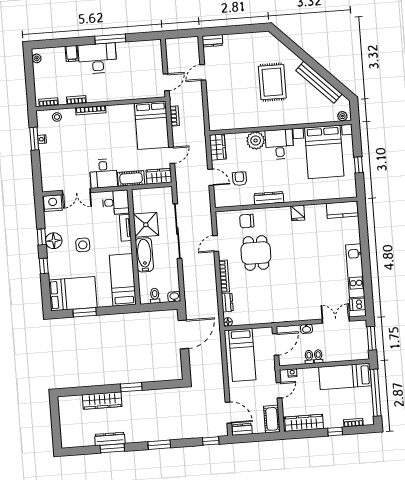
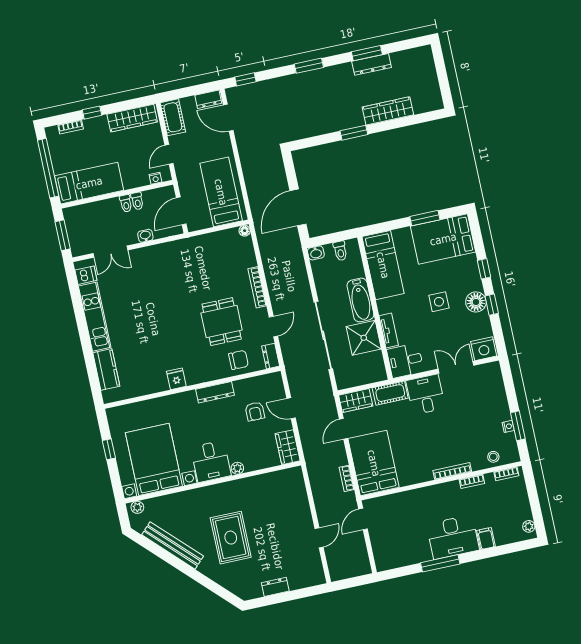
dresser: (212, 41) -> (275, 587), moved
plant: (256, 140) -> (237, 468), width x0.53, depth x0.53
kitchen counter: (342, 210) -> (106, 369), moved, turned 90
dresser: (227, 302) -> (271, 356), moved

